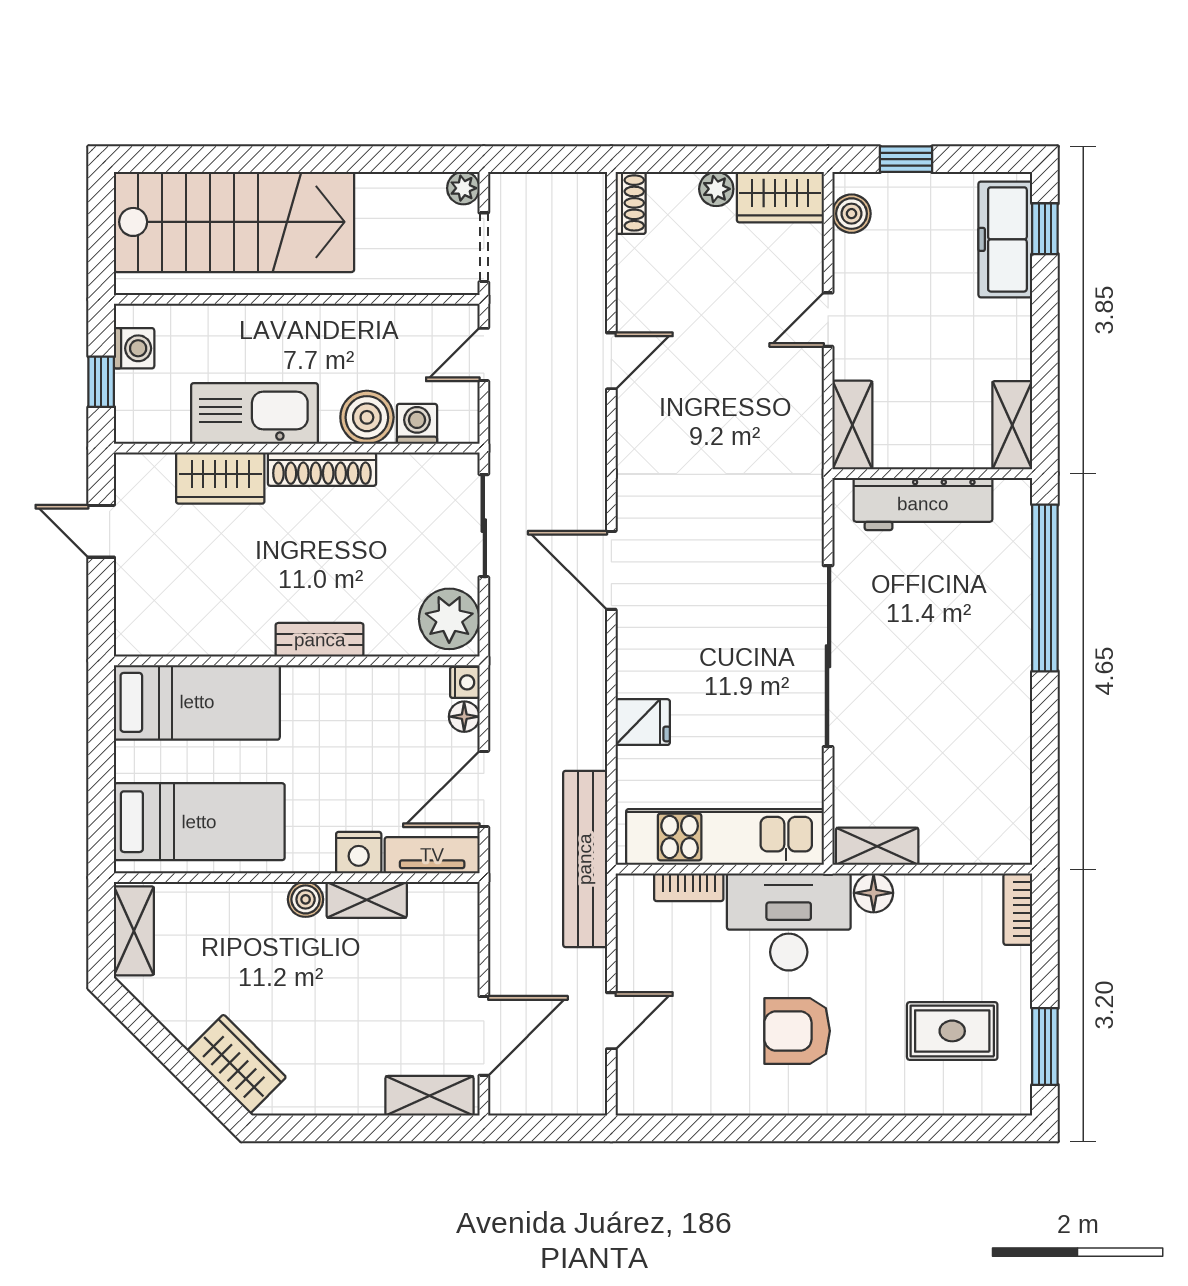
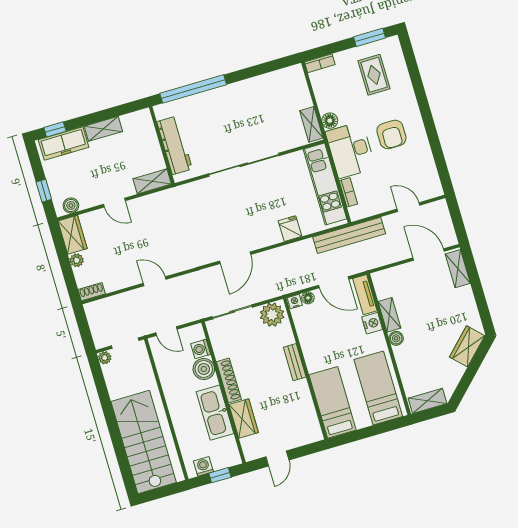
shelving: (1012, 425) -> (103, 129), moved

